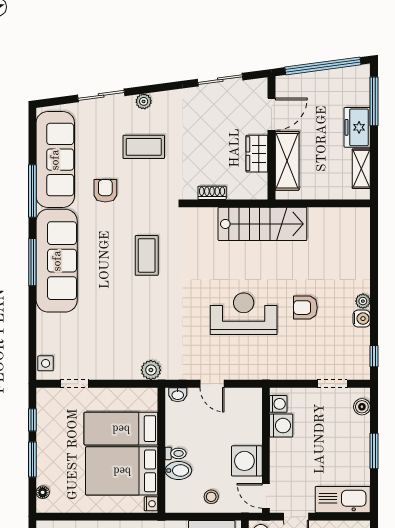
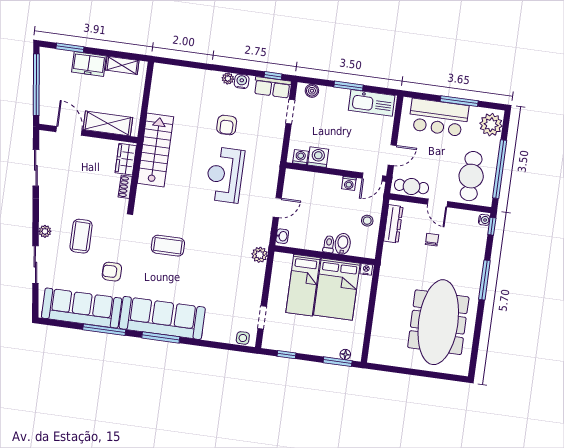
window: (374, 101) -> (70, 48), width x0.69
wardrobe: (257, 154) -> (126, 159), moved, turned 90
row of seats: (359, 358) -> (272, 87), added
window: (32, 459) -> (338, 362), moved
washing machine: (247, 461) -> (349, 183), width x0.53, depth x0.53
kitchen sink: (343, 500) -> (372, 103), moved, turned -90

